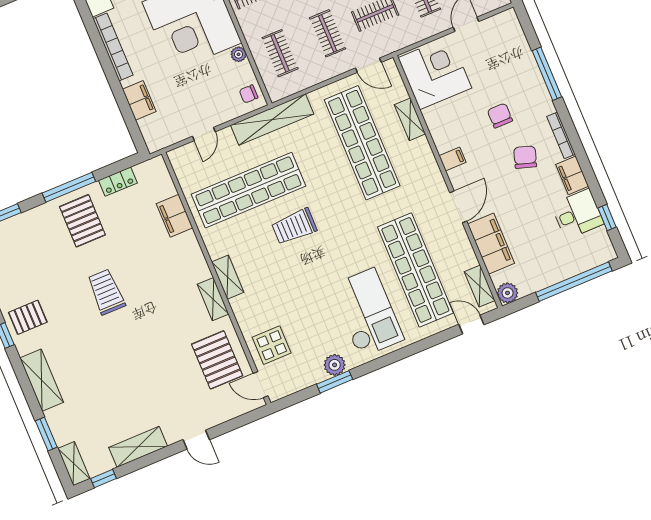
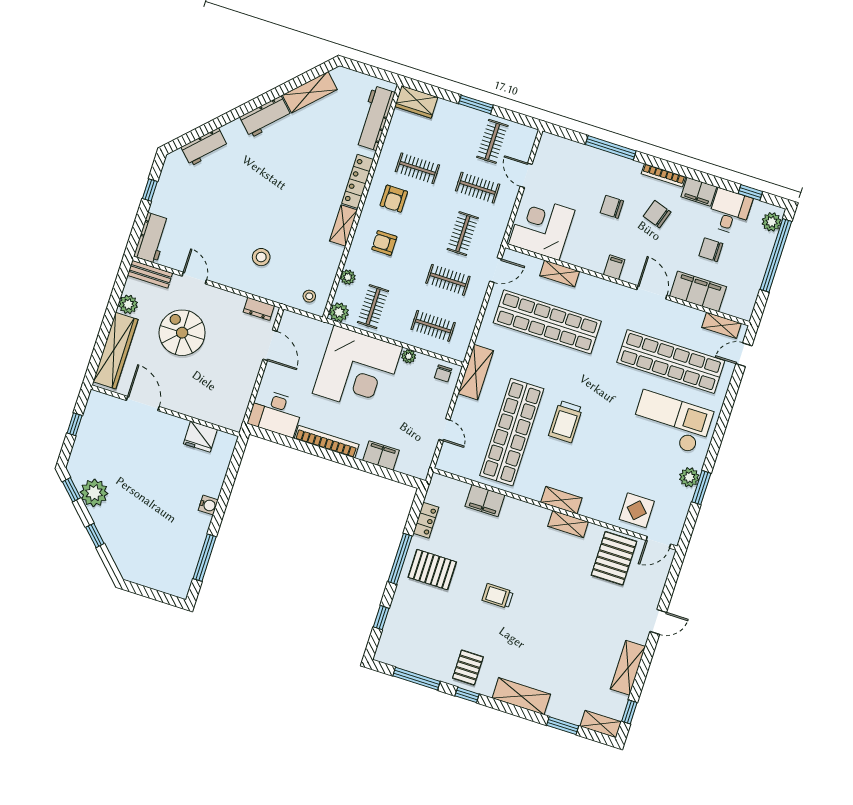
shelving: (272, 120) -> (476, 372), width x0.68
chair: (534, 225) -> (711, 250), added
trolley: (106, 292) -> (498, 596), width x0.73, depth x0.72
plant: (508, 293) -> (772, 222), moved
pallet: (217, 360) -> (614, 558), turned 90

